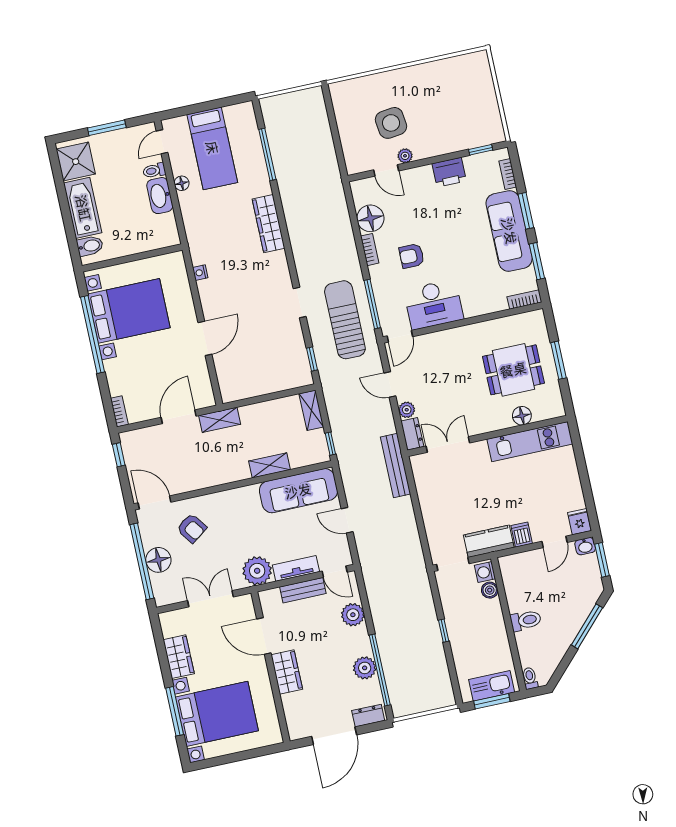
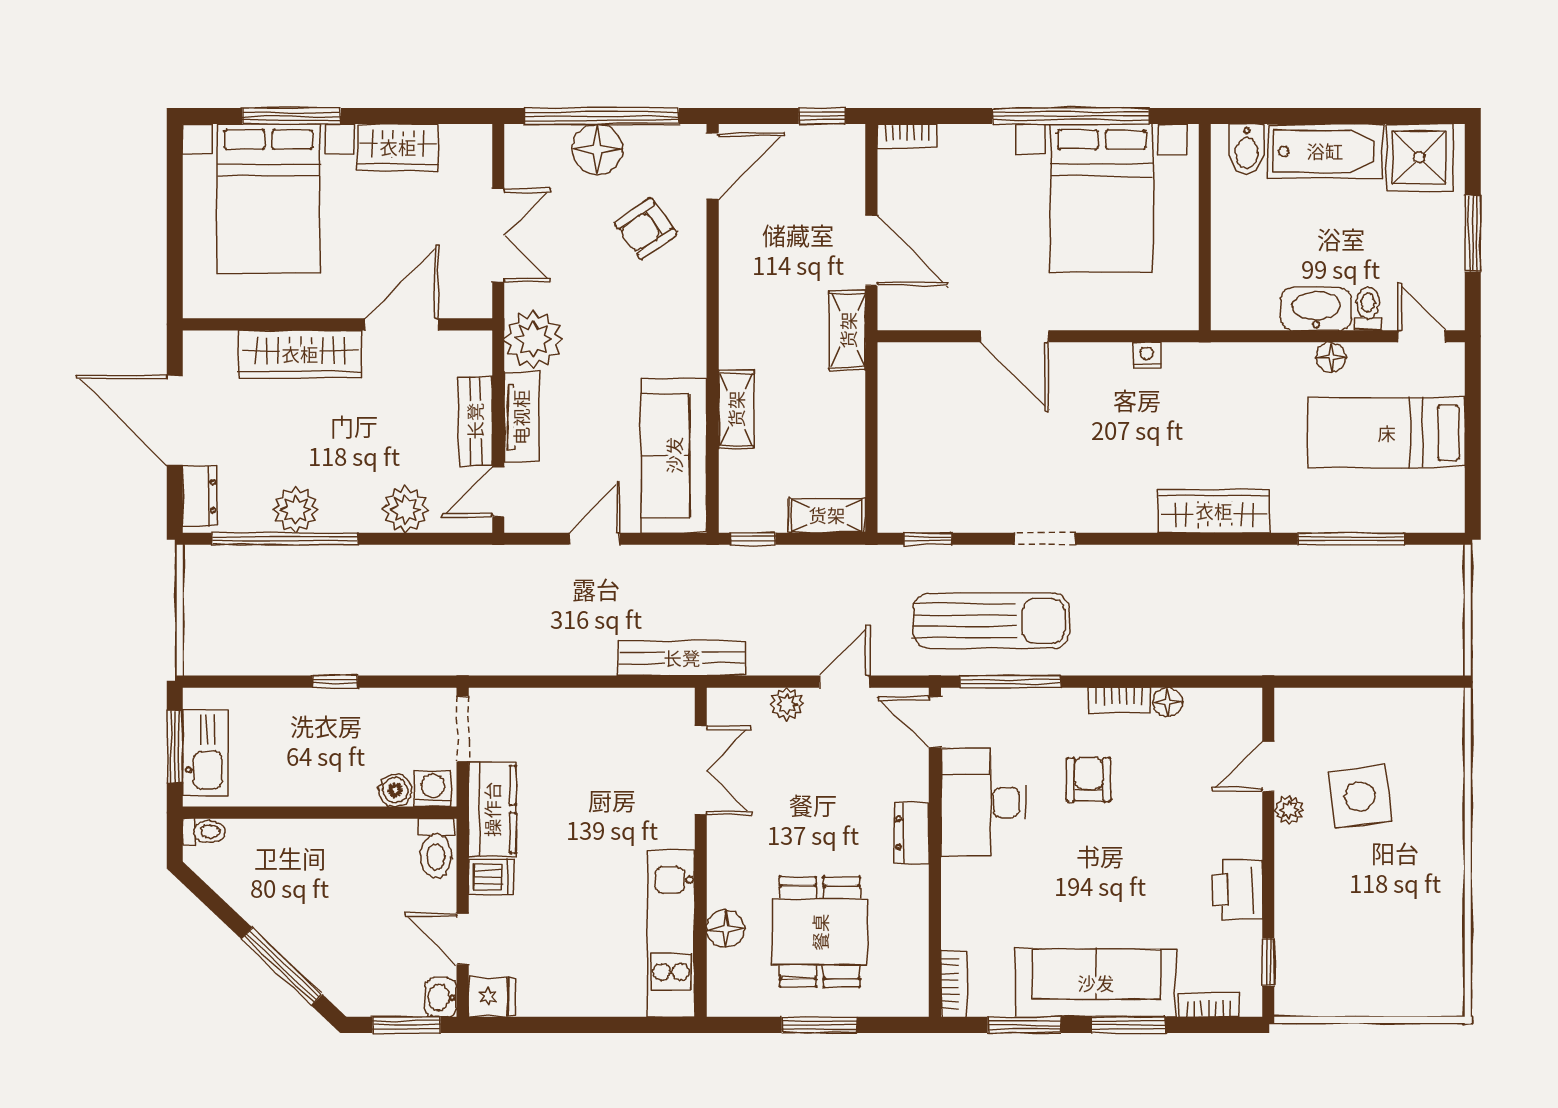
floor lamp: (370, 218) -> (1168, 702), width x0.53, depth x0.53
dresser: (412, 434) -> (912, 833), moved, turned 90
toilet: (526, 620) -> (436, 848), moved
wardrobe: (287, 672) -> (300, 354), width x1.50

